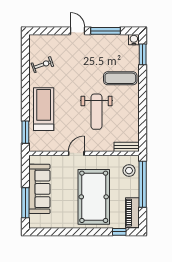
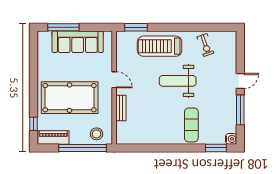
treadmill: (44, 109) -> (160, 46), turned 180
weight bench: (96, 112) -> (178, 81), moved
bench: (127, 147) -> (121, 108), moved

